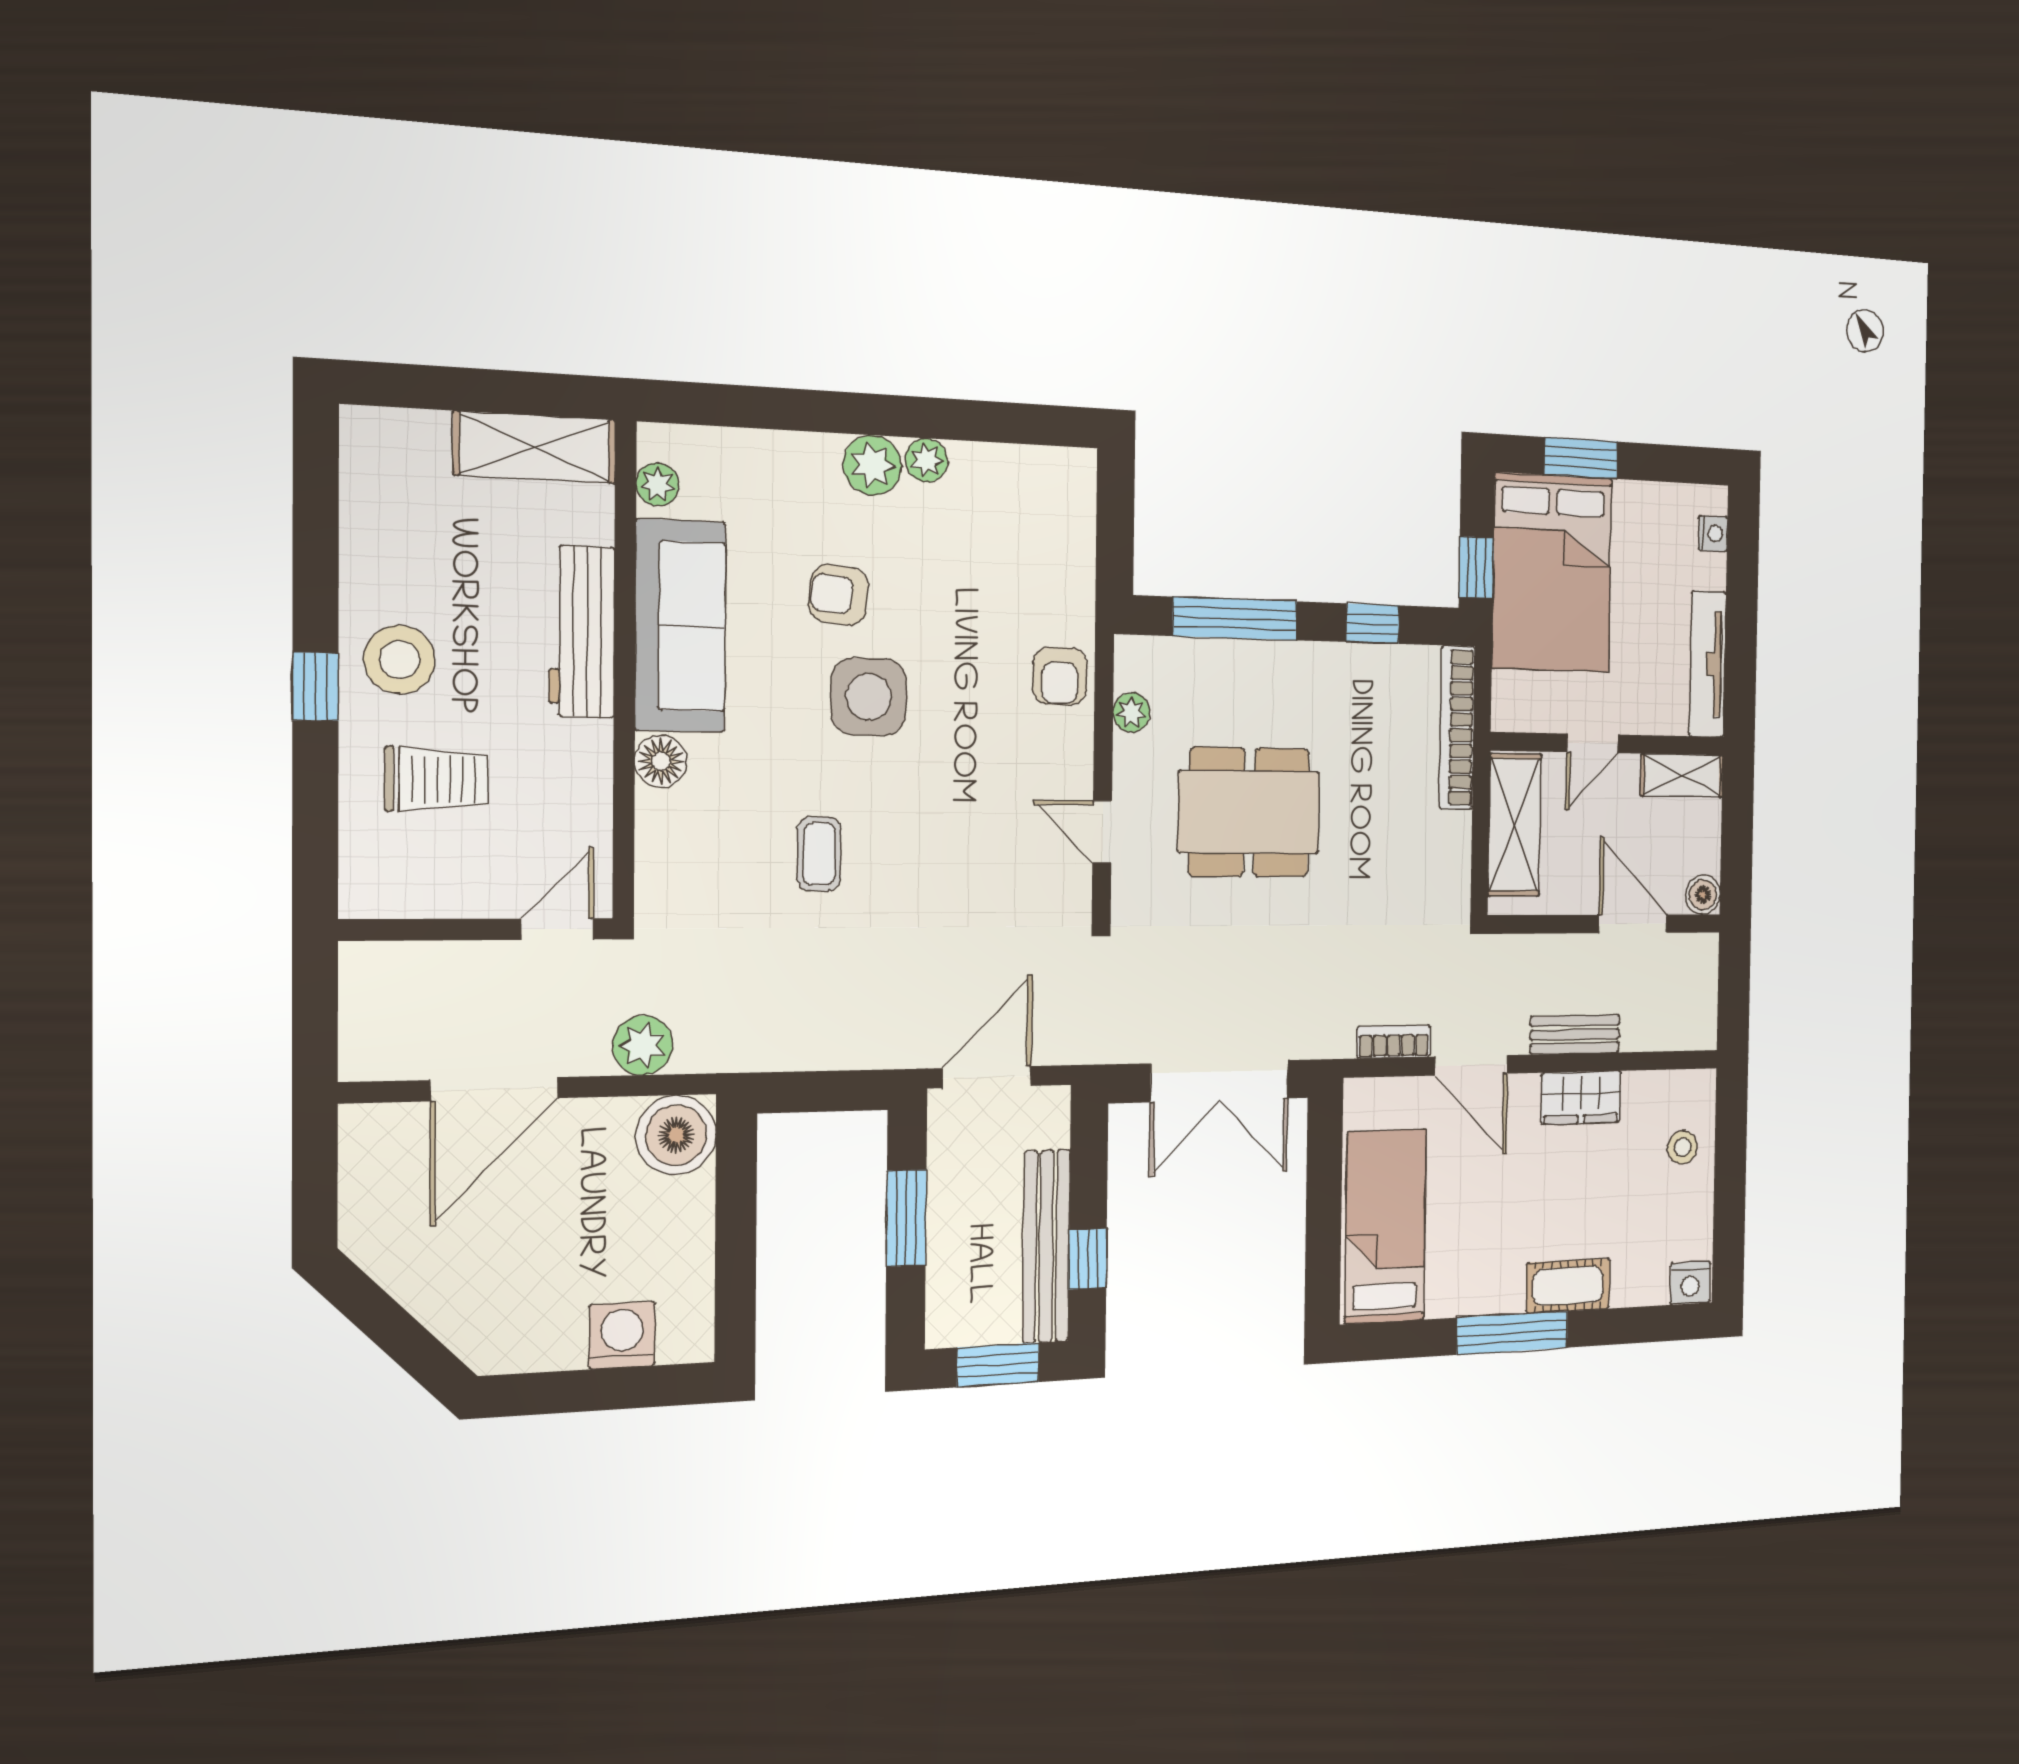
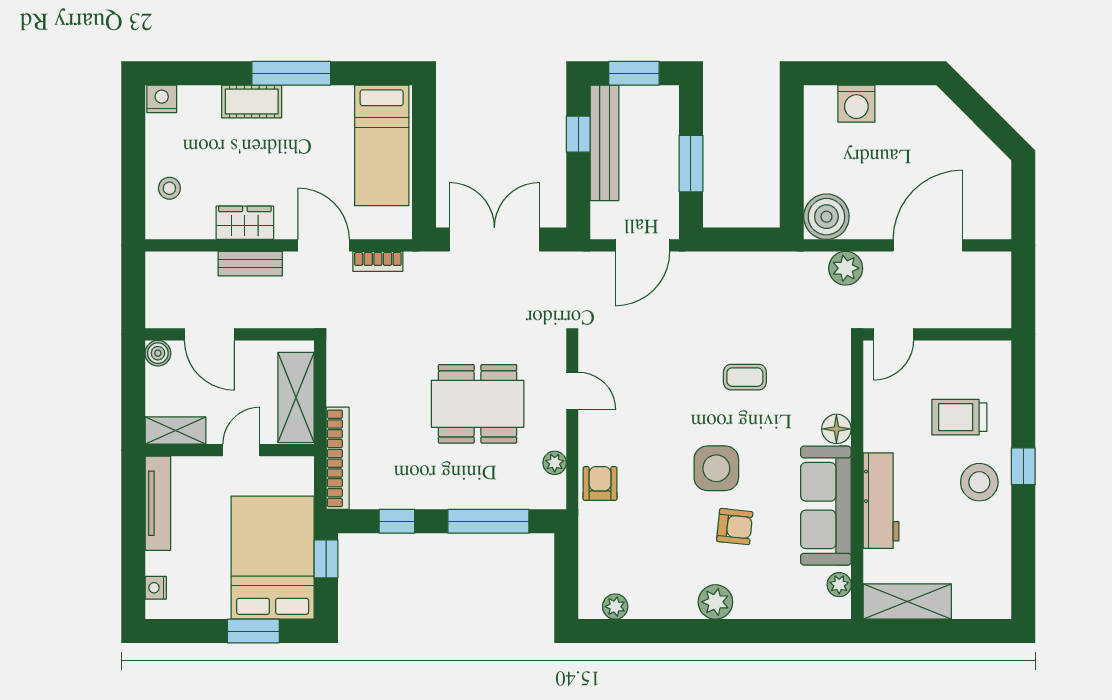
plant: (926, 460) -> (615, 607), moved
coffee table: (819, 854) -> (745, 377), turned 90

